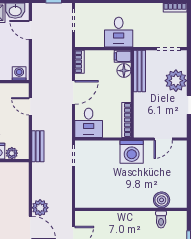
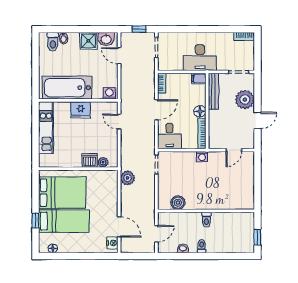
desk: (119, 32) -> (200, 58), width x1.37
floor lamp: (124, 71) -> (200, 111), moved
bench: (38, 146) -> (126, 156), removed
washing machine: (132, 152) -> (202, 157), width x0.53, depth x0.53
boiler: (162, 200) -> (178, 203), moved
plant: (40, 208) -> (128, 178), moved
toilet: (161, 219) -> (206, 220), moved

